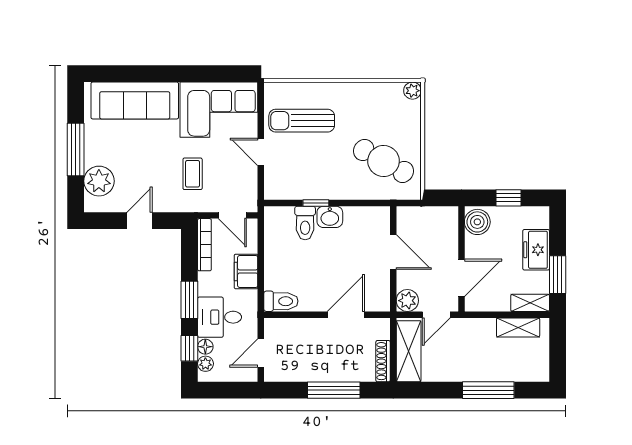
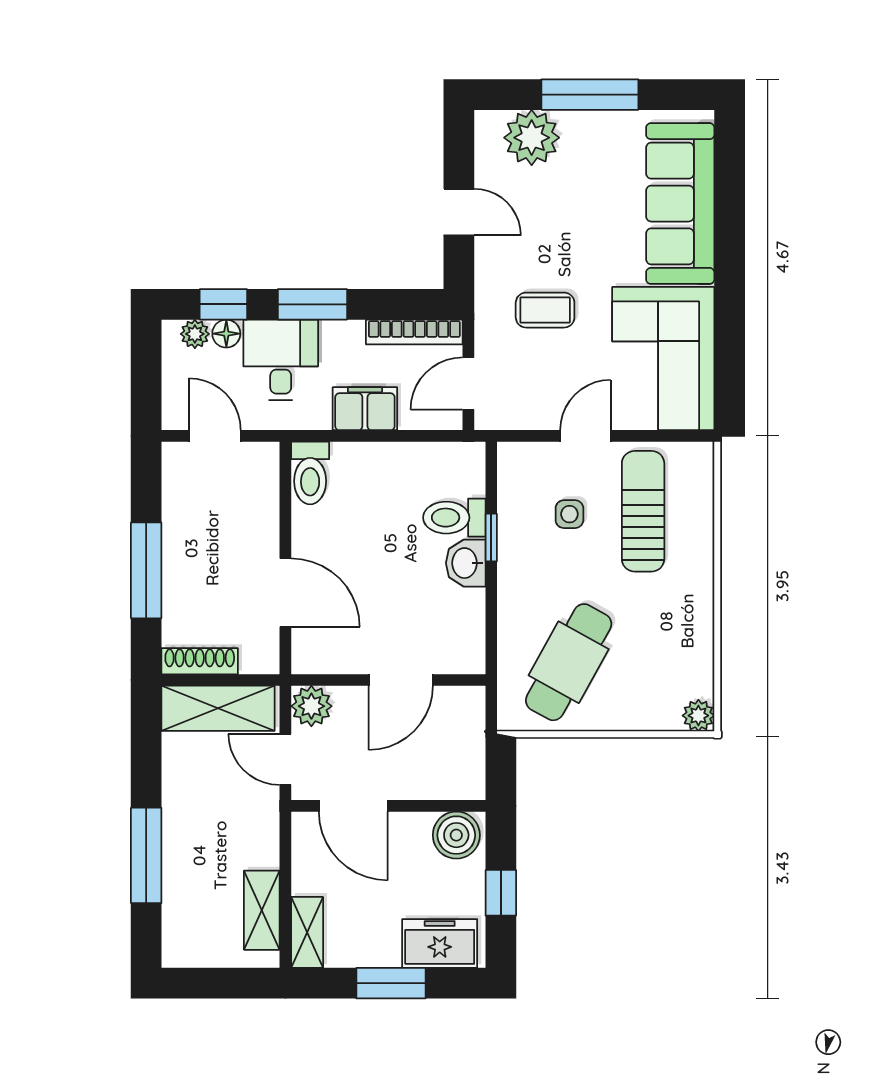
side table: (303, 161) -> (569, 514), added
freezer: (536, 250) -> (440, 944), moved
window: (558, 275) -> (391, 983), moved

